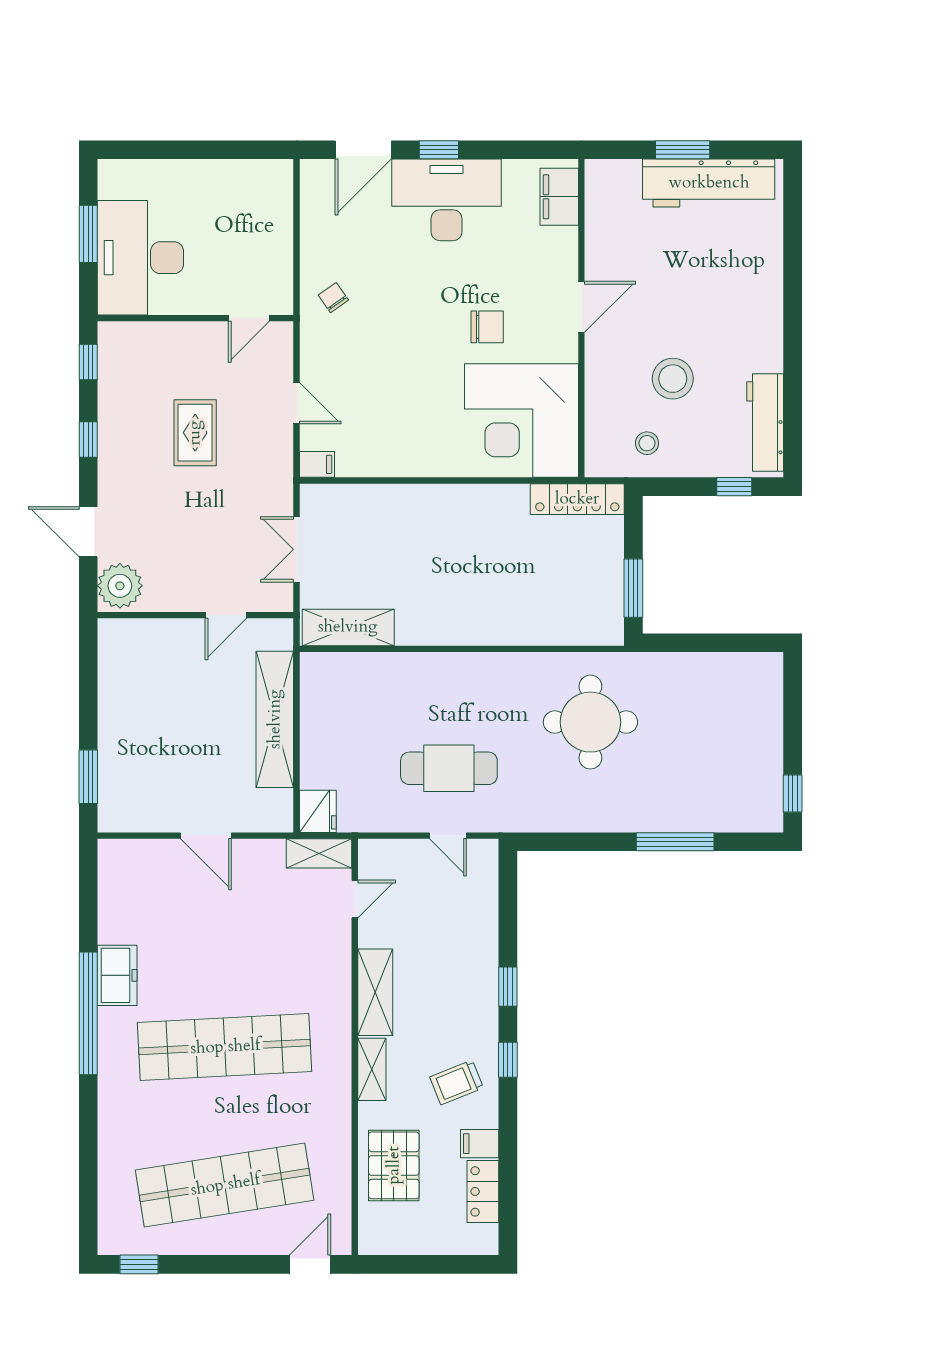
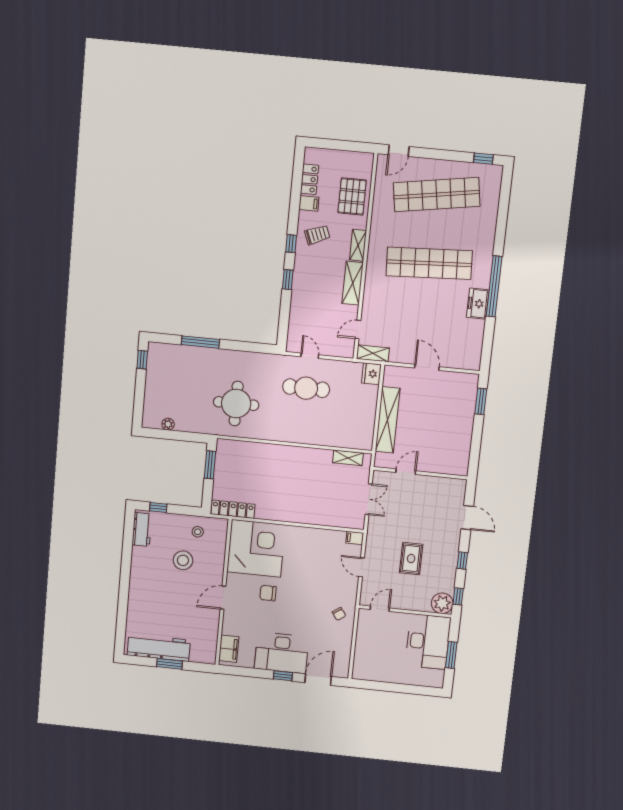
workbench: (765, 423) -> (142, 529), width x0.73
plant: (120, 586) -> (442, 603), moved
shelving: (348, 627) -> (348, 458), width x0.67, depth x0.75
plant: (728, 665) -> (168, 424), added

